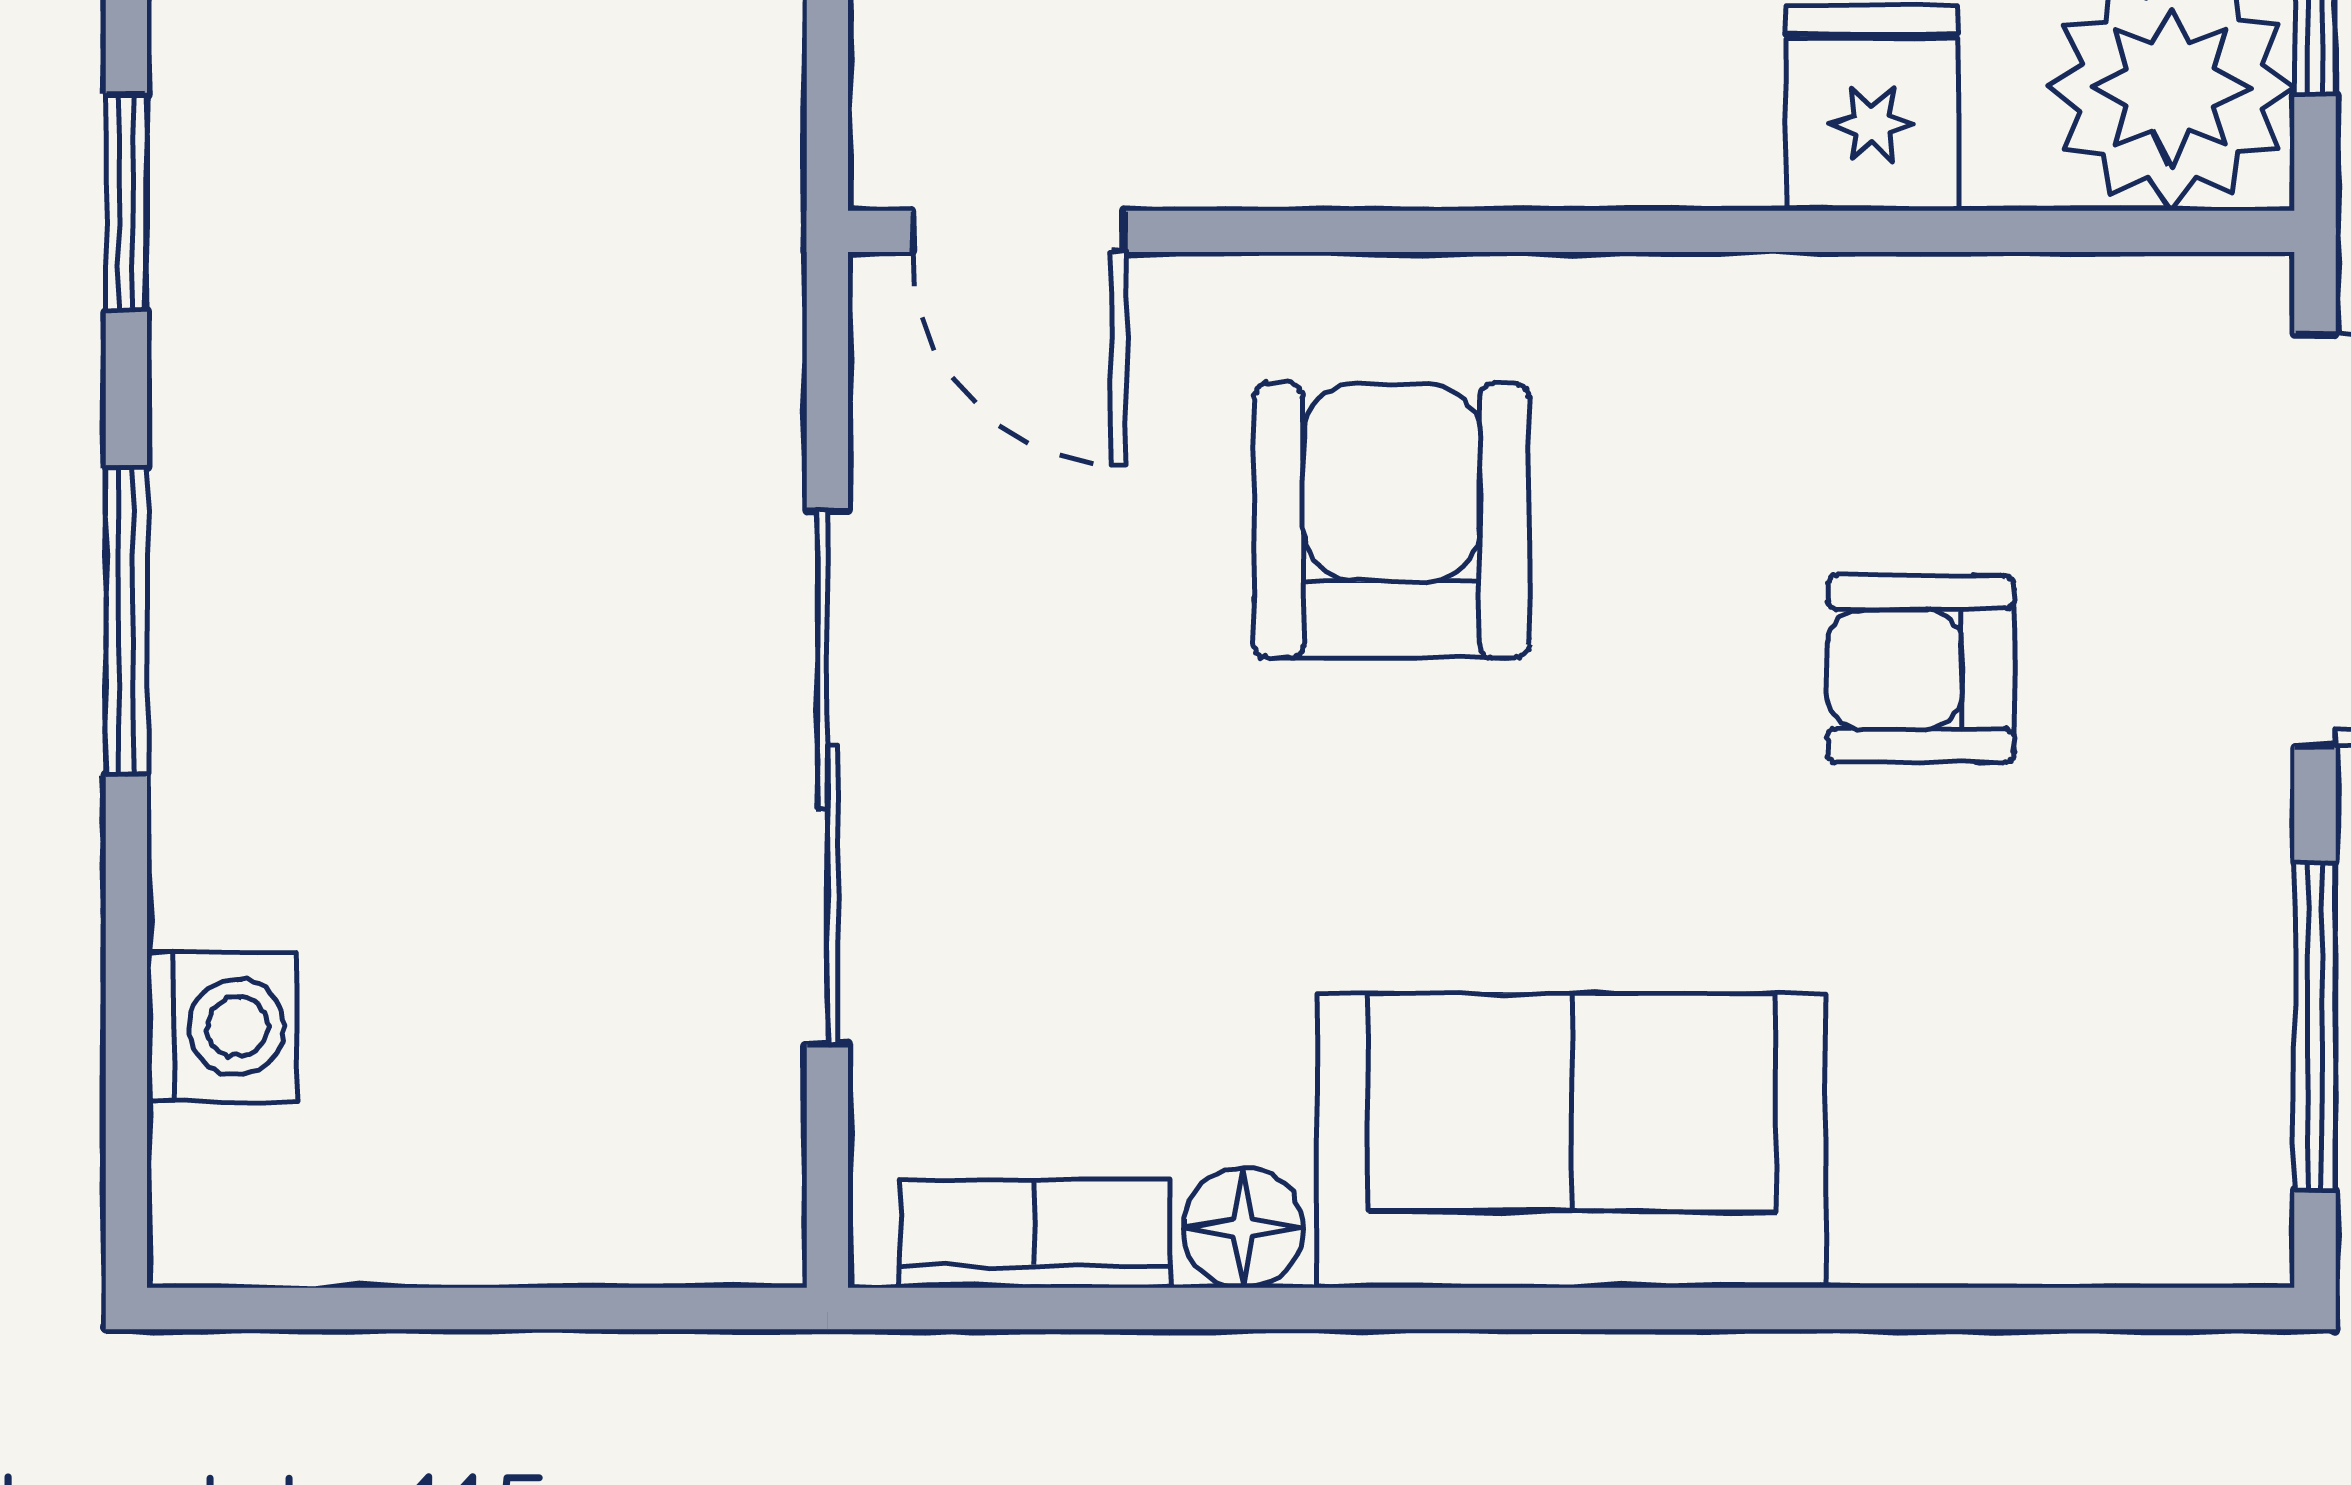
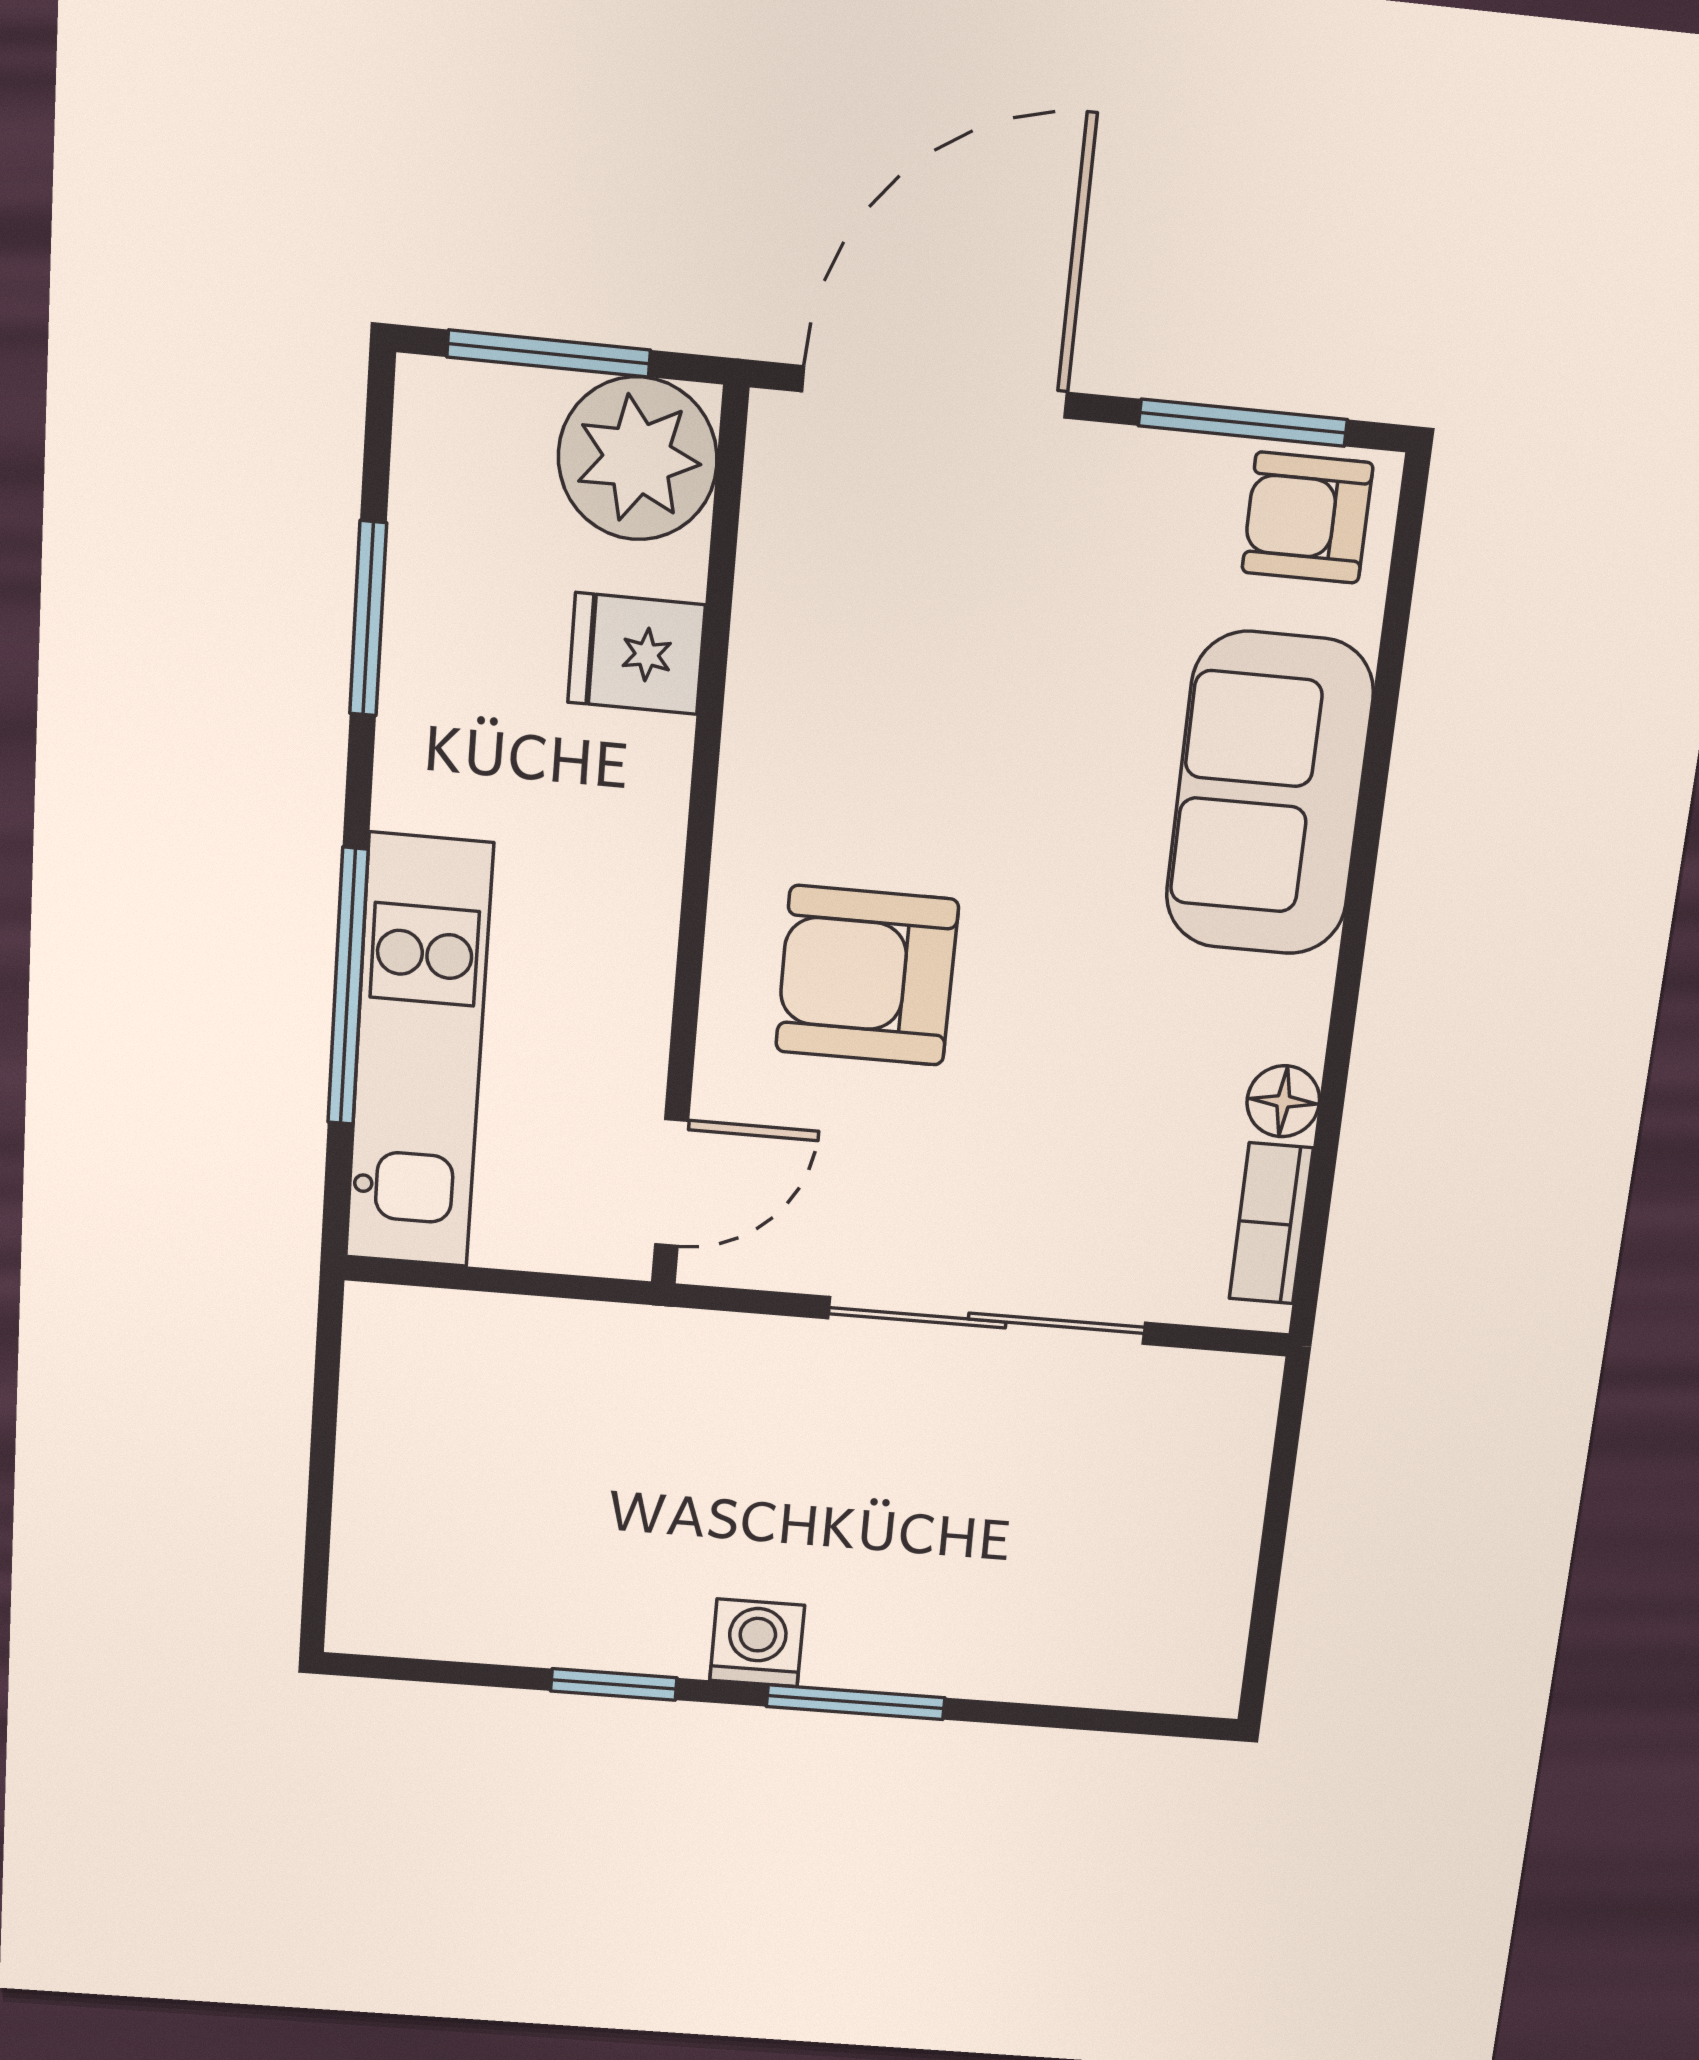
armchair: (1921, 669) -> (1307, 518), moved, turned 90
washing machine: (222, 1027) -> (757, 1643), moved
sofa: (1571, 1141) -> (1269, 794), moved

